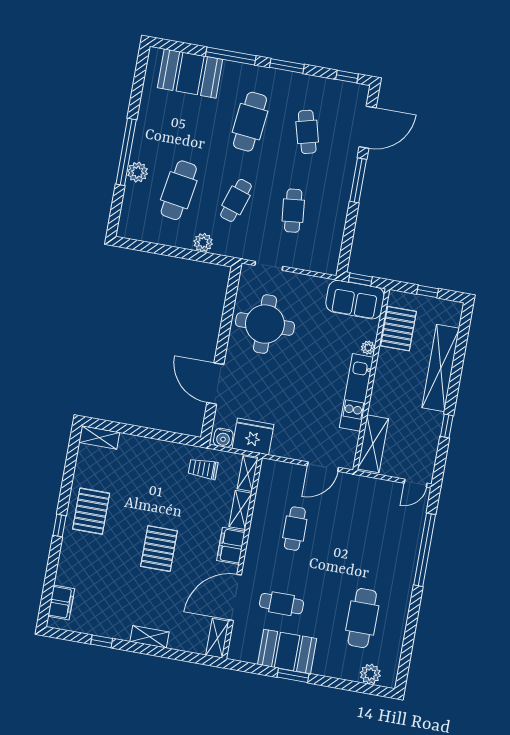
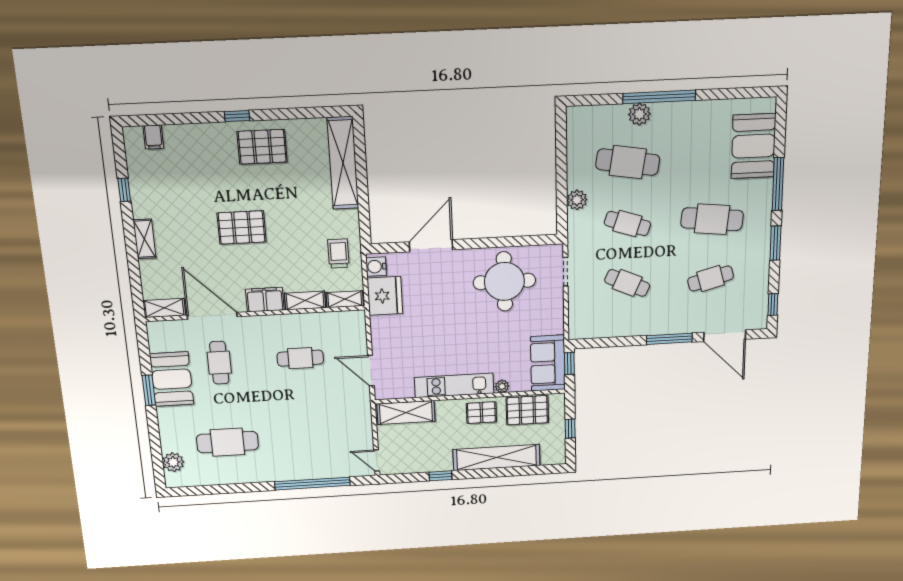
cafe table: (293, 211) -> (627, 283), turned 30
pallet: (390, 373) -> (481, 413), added
shelving: (99, 437) -> (343, 163), width x2.20, depth x1.33
filing cabinet: (61, 603) -> (153, 137), width x0.50

